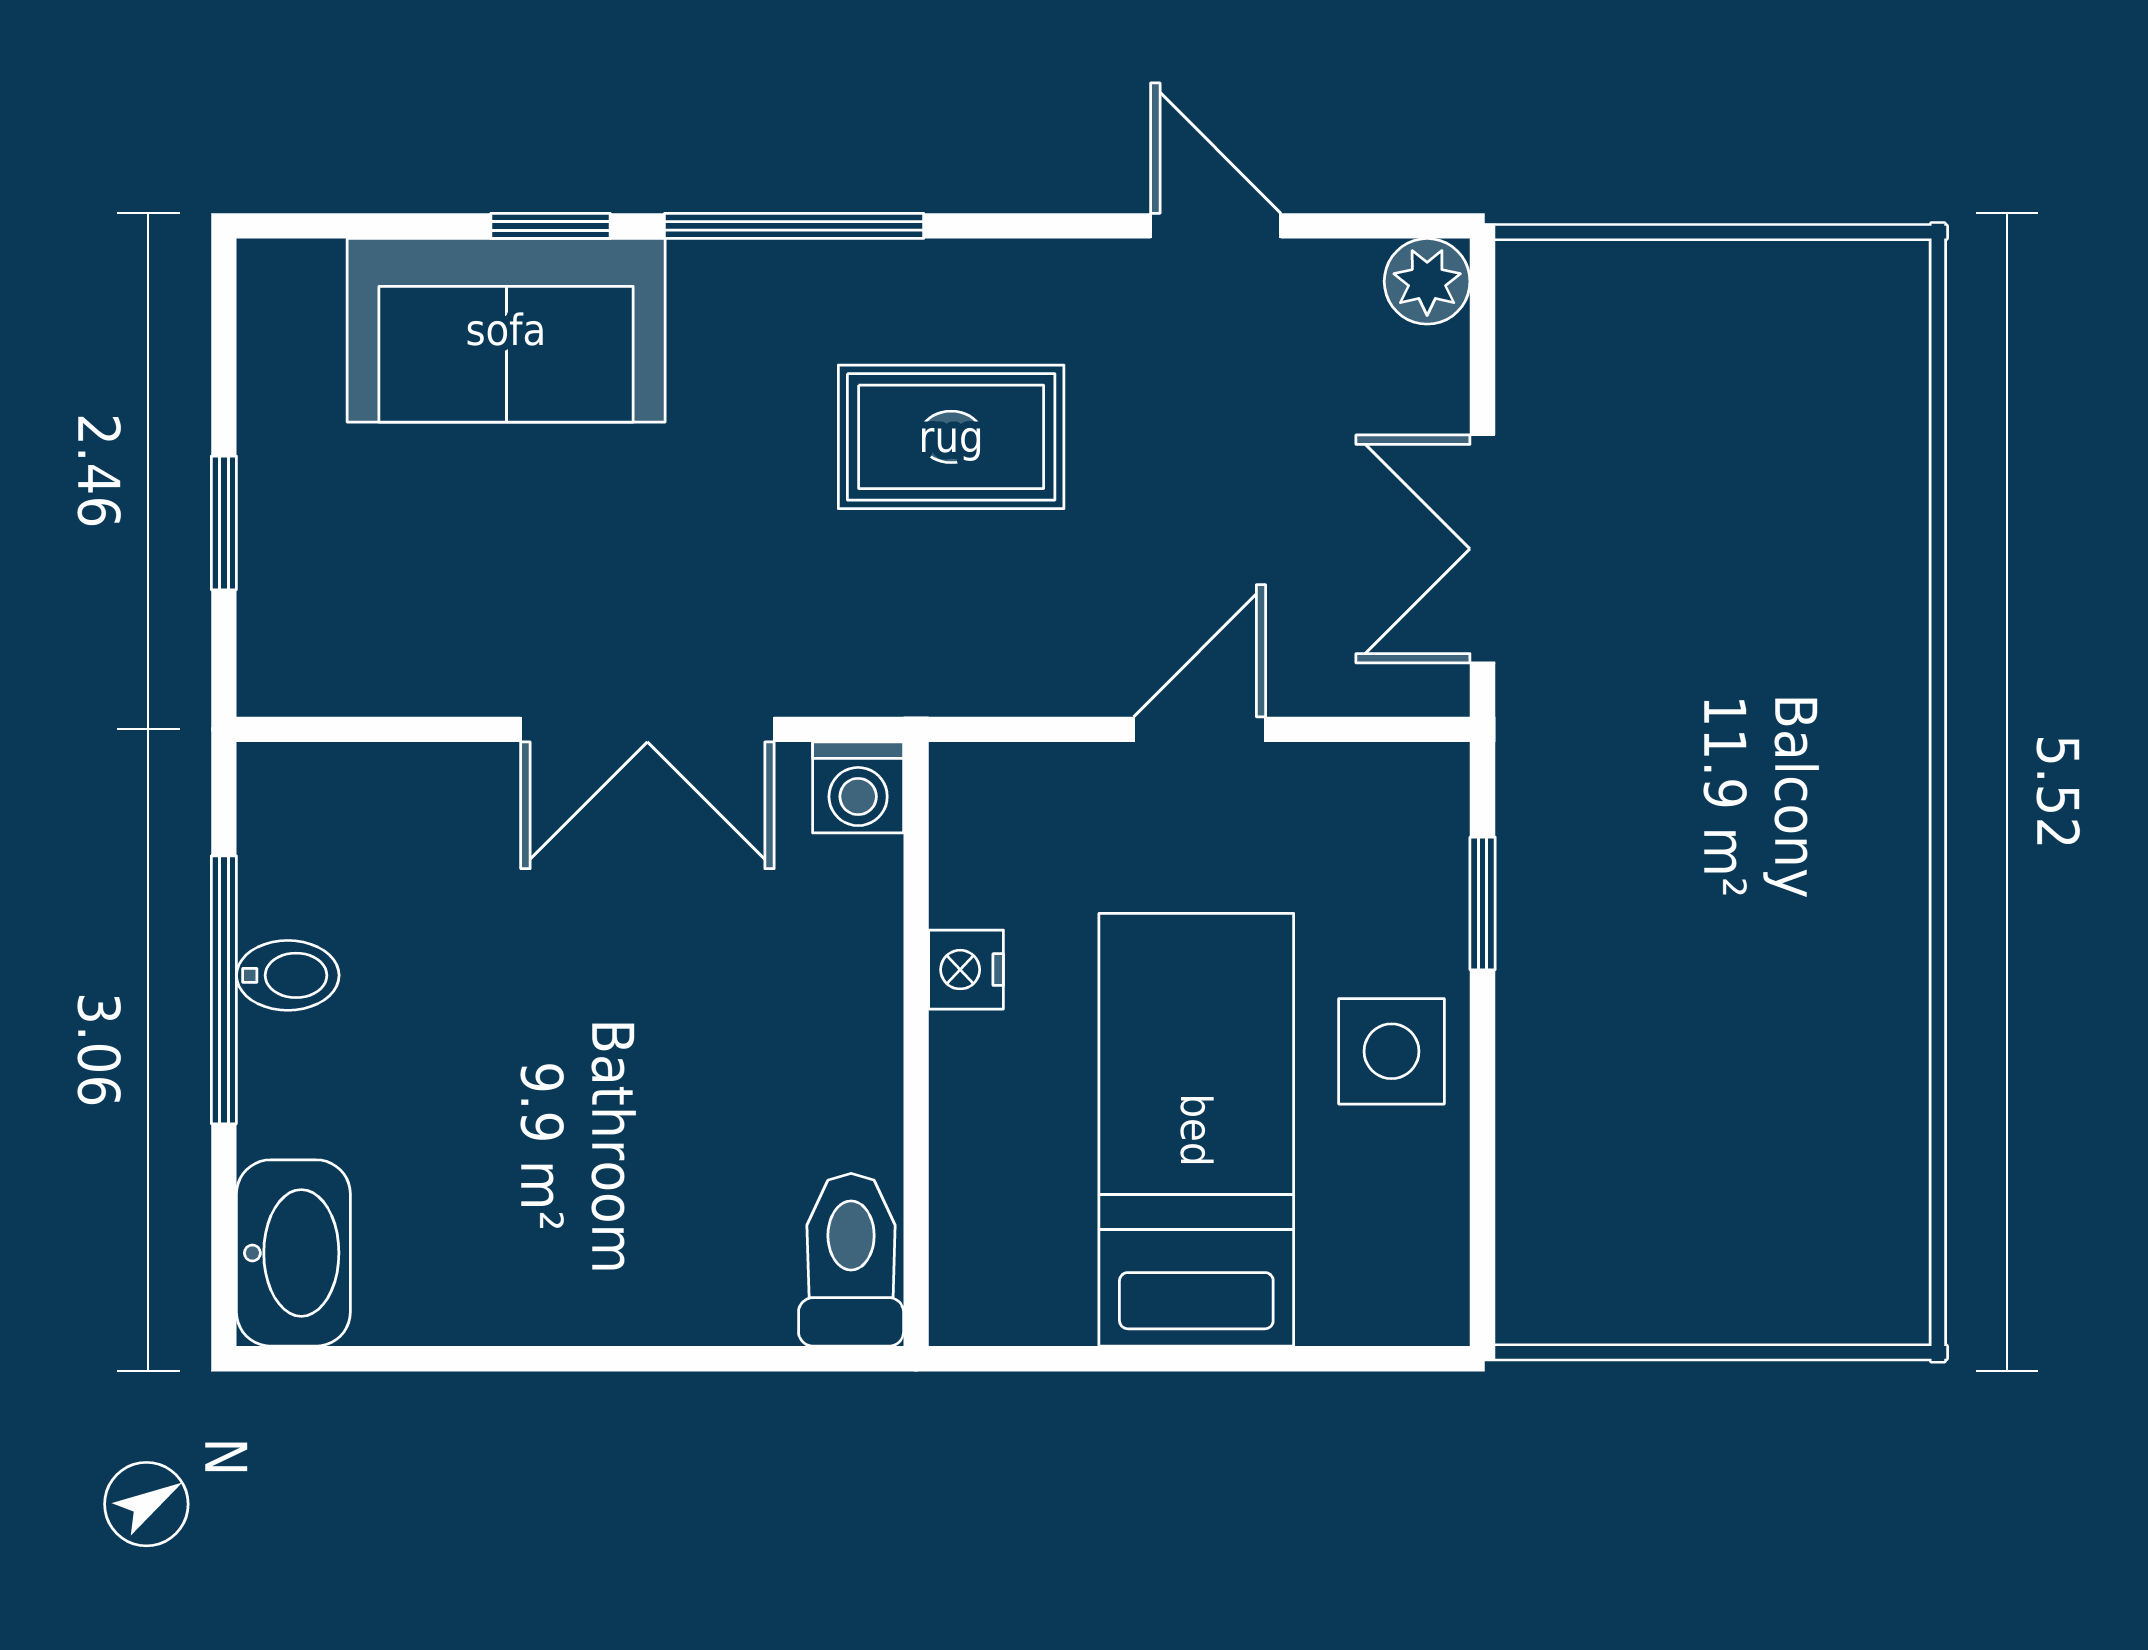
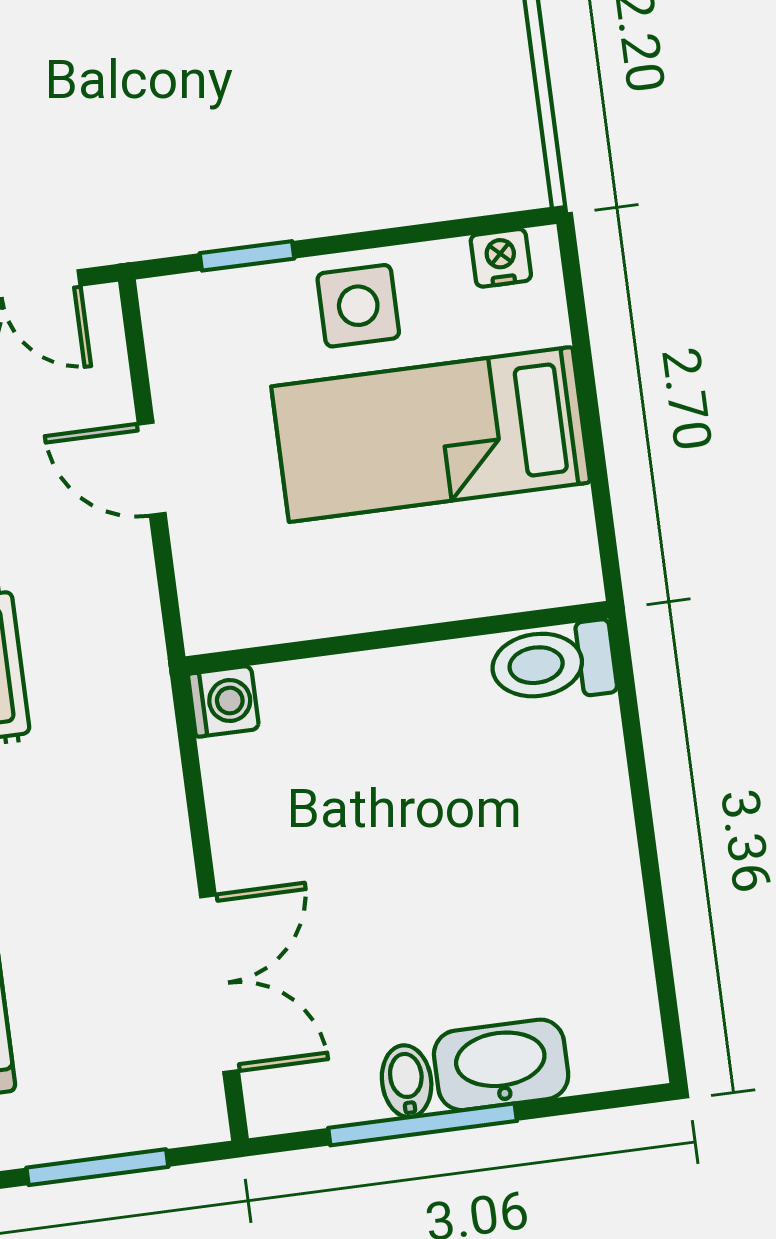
window: (224, 523) -> (97, 1167), width x1.50
double door: (647, 729) -> (219, 984), moved
nightstand: (966, 970) -> (501, 258), moved, turned 180
washbasin: (293, 1253) -> (501, 1065), moved

